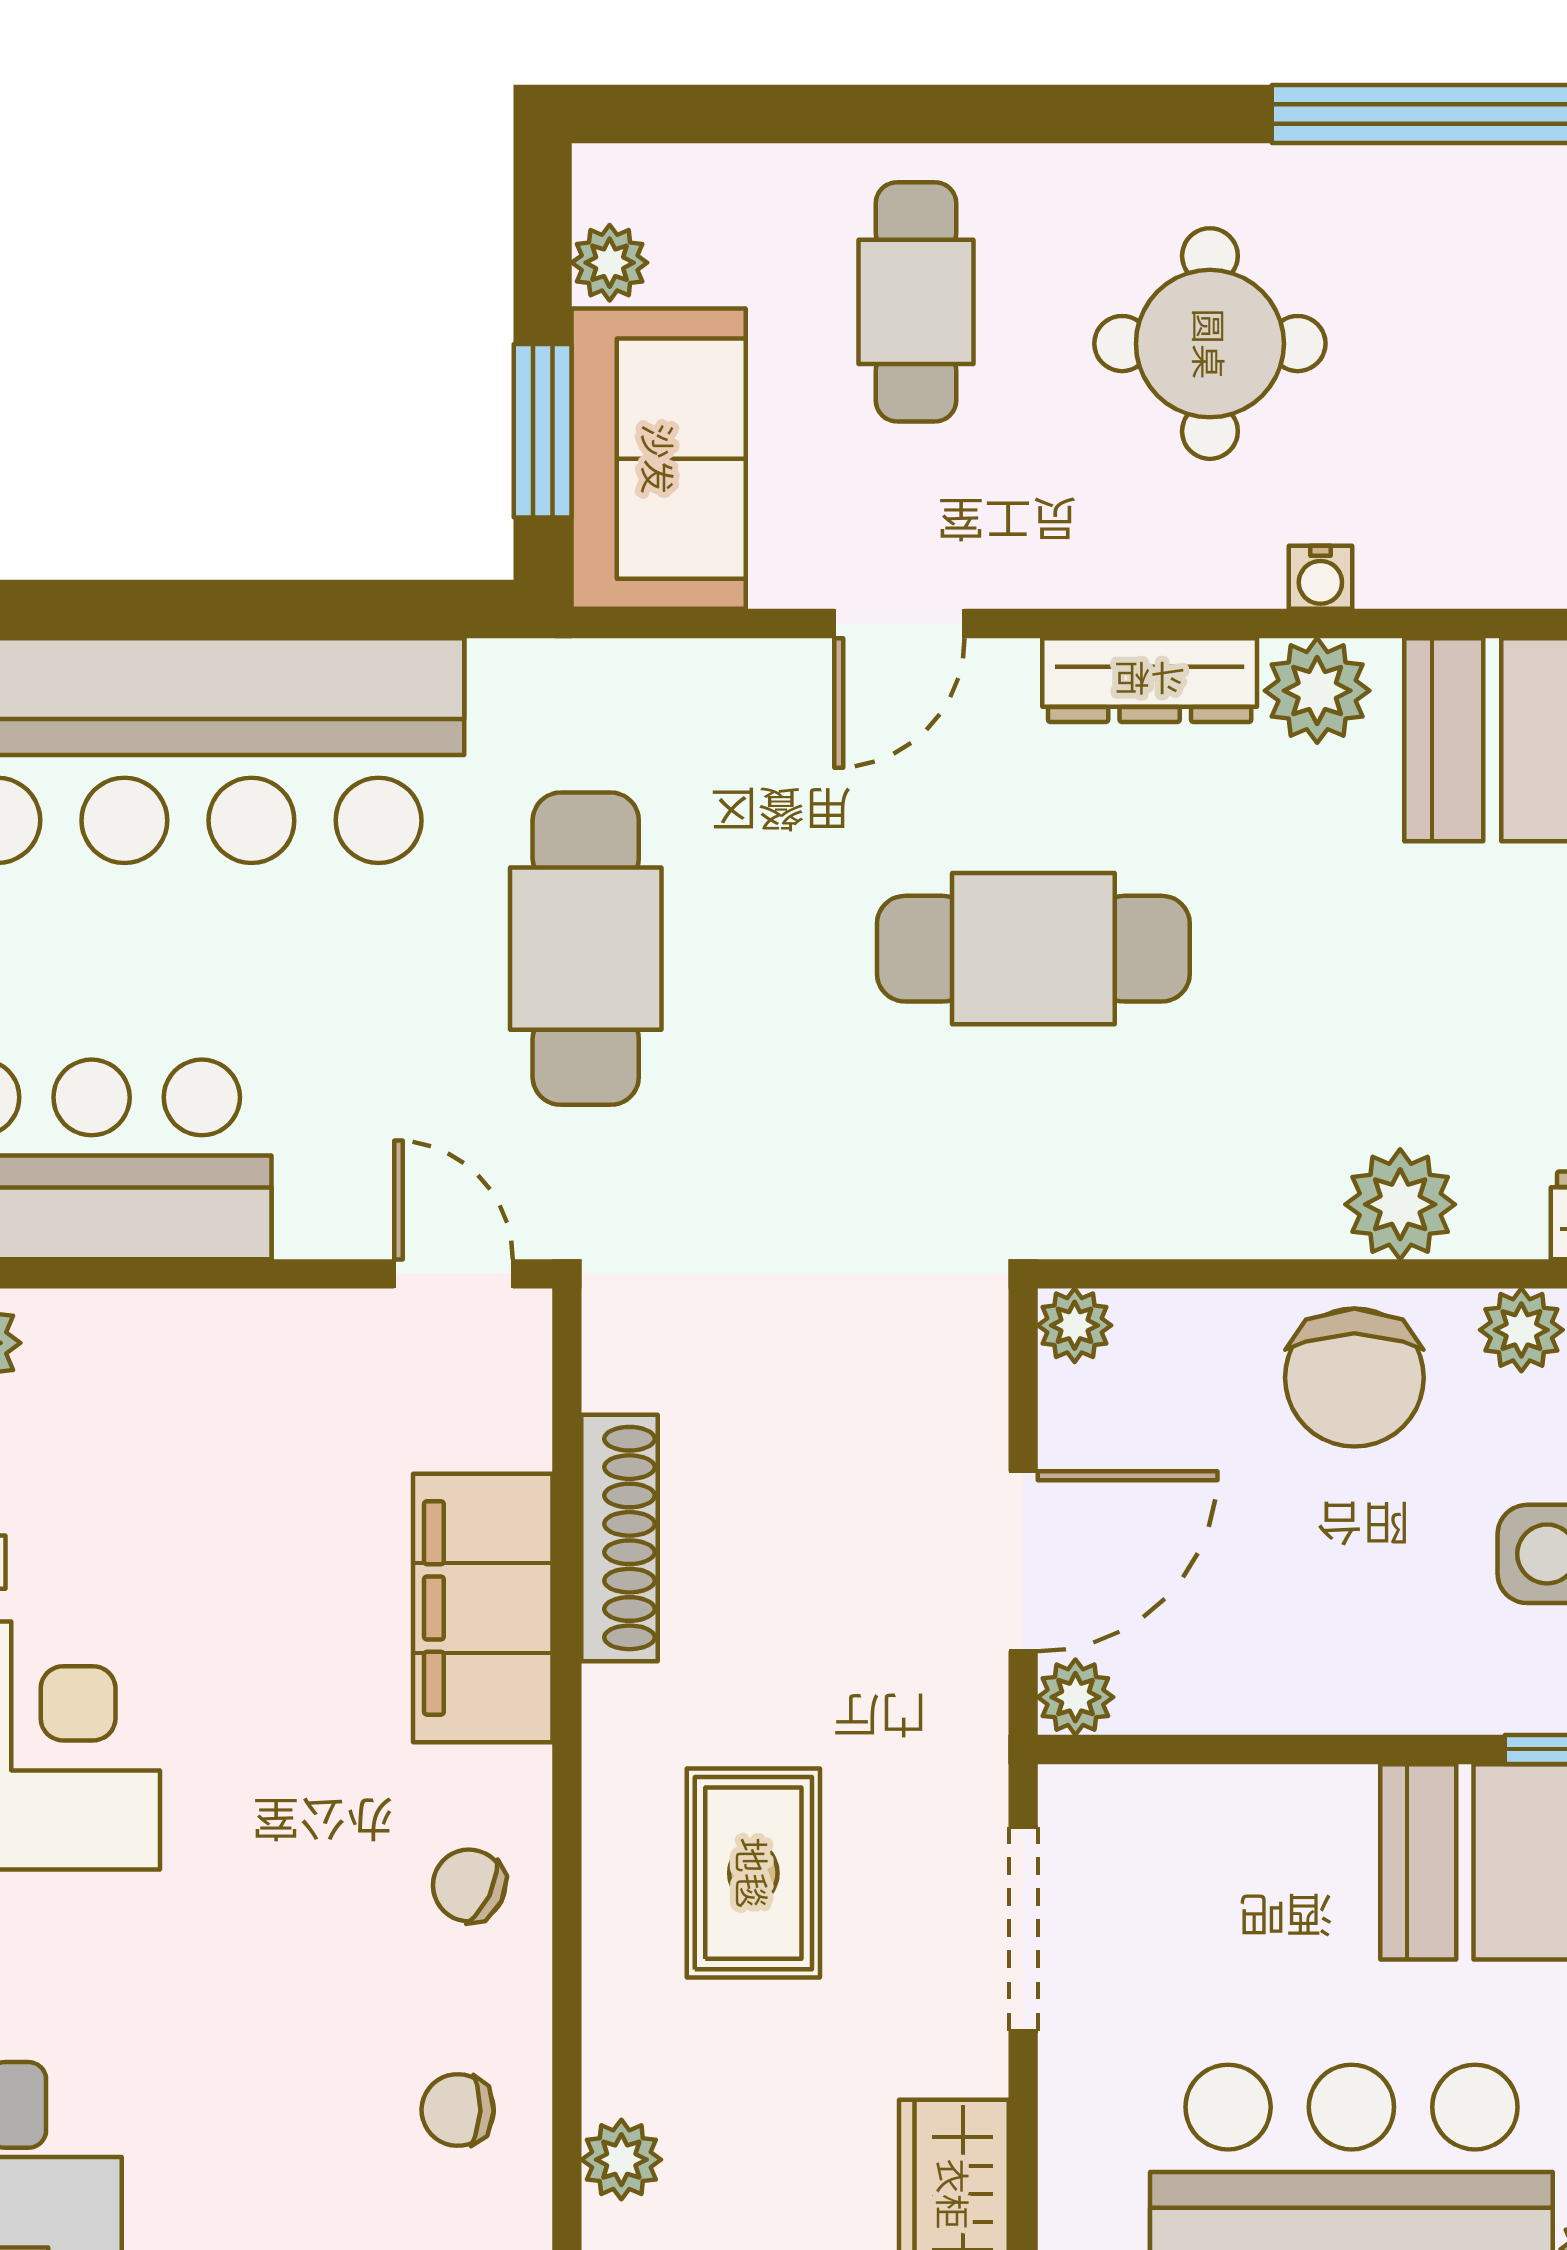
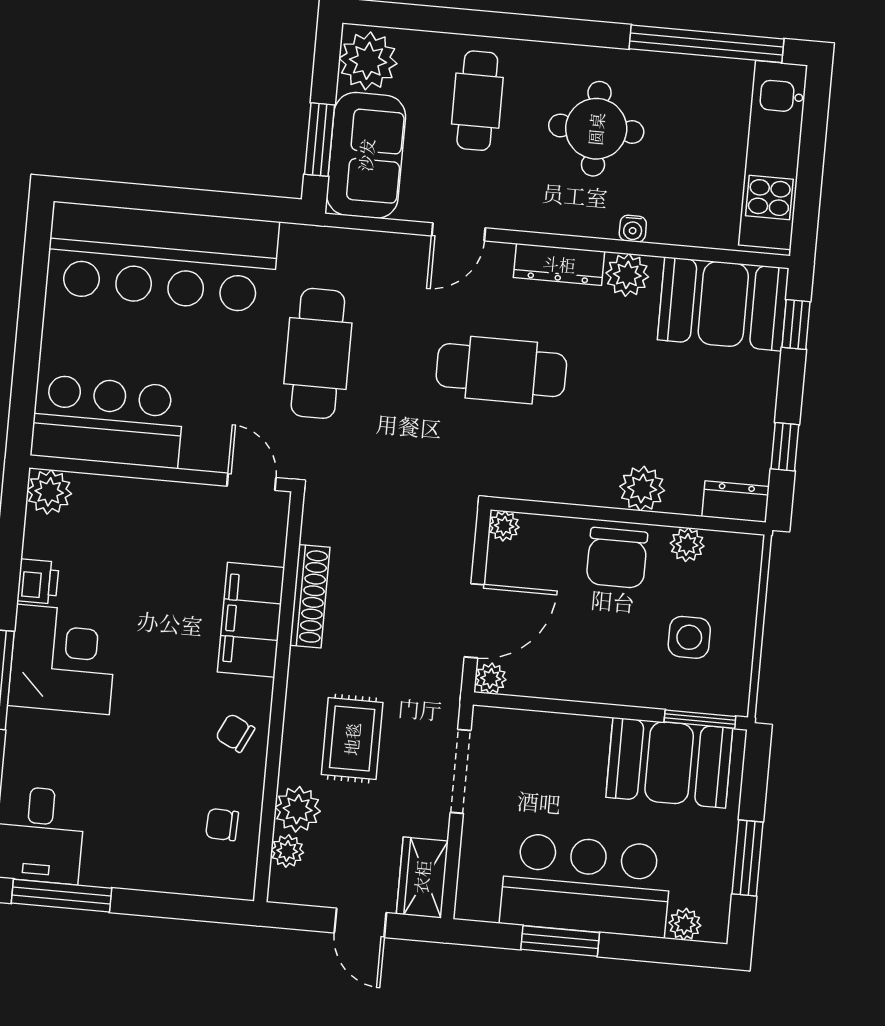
plant: (610, 263) -> (368, 61), width x1.88, depth x1.88
plant: (637, 2056) -> (298, 809), added

